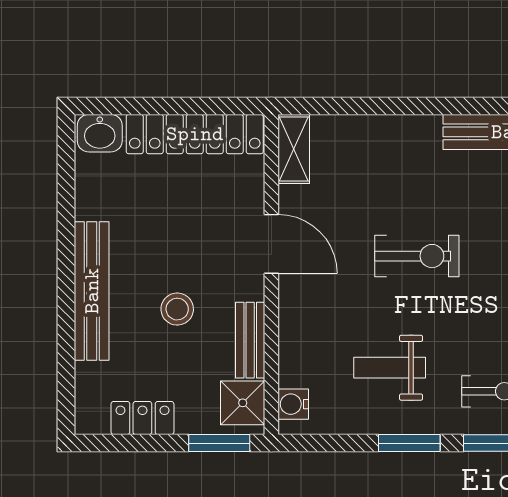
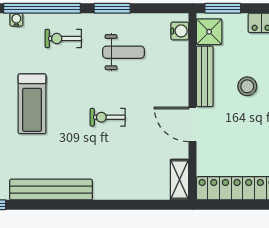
exercise bike: (417, 256) -> (108, 117), width x0.73, depth x0.72
bench: (250, 340) -> (205, 76), width x1.36

